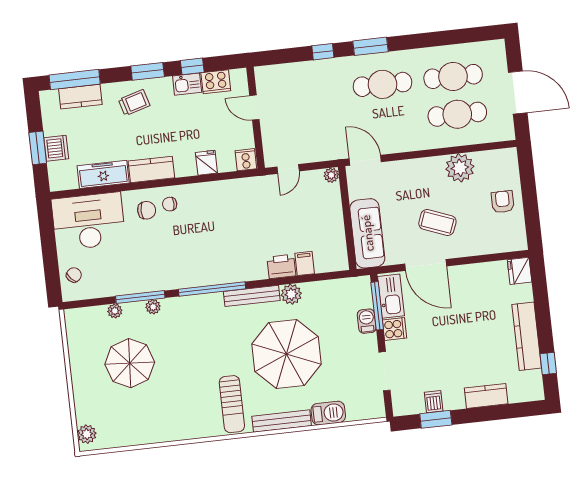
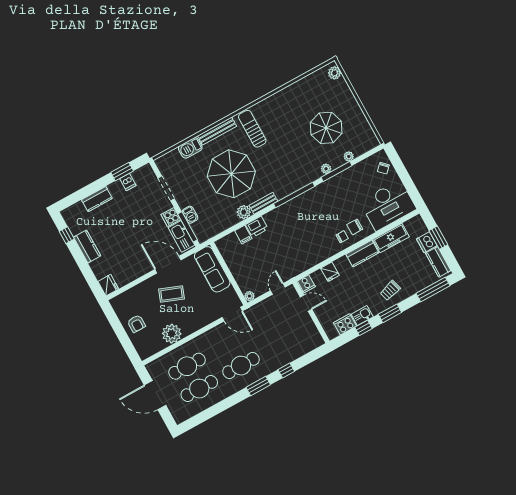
kitchen counter: (80, 97) -> (438, 262), moved, turned -90
door: (254, 108) -> (306, 303), moved
bench: (252, 296) -> (263, 203), width x0.73
kitchen counter: (527, 336) -> (87, 246), width x0.67

